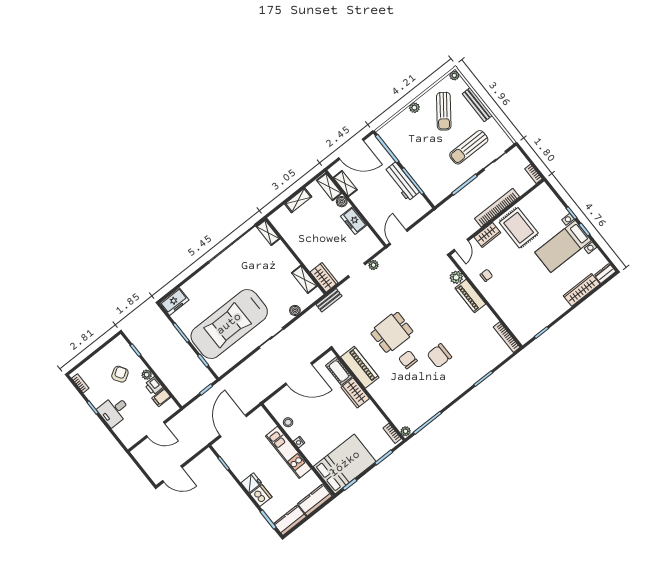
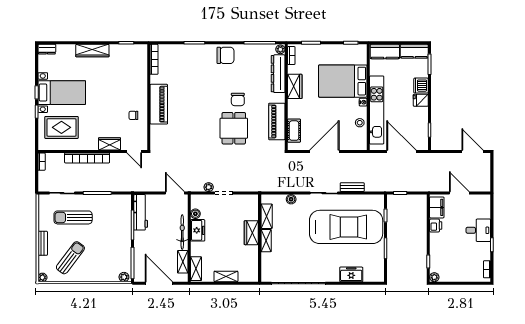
bench: (477, 105) -> (43, 243), width x0.73
plant: (414, 108) -> (124, 277), moved
sun lounger: (469, 147) -> (73, 217), turned 180
workbench: (402, 181) -> (141, 212), moved
boiler: (342, 202) -> (195, 214), moved
bicycle: (366, 209) -> (182, 232), added
rug: (519, 228) -> (61, 127), moved, turned 90
shelving: (268, 233) -> (266, 241), moved
door: (398, 237) -> (175, 193), swing flipped
door: (461, 245) -> (134, 151), swing flipped
wardrobe: (324, 277) -> (251, 233), moved
plant: (456, 277) -> (156, 131), removed
wardrobe: (582, 290) -> (92, 51), moved
piano: (470, 296) -> (159, 104), width x1.37, depth x1.33
bench: (329, 300) -> (352, 187), moved
freezer: (174, 302) -> (351, 274), moved
dining table: (392, 332) -> (234, 128), turned 90
chair: (439, 356) -> (225, 55), moved
armchair: (120, 374) -> (453, 253), removed
door: (299, 374) -> (324, 151), hinge flipped
plant: (147, 375) -> (434, 277), moved
wardrobe: (355, 393) -> (295, 86), moved
filing cabinet: (161, 398) -> (437, 207), width x2.00
dresser: (391, 409) -> (278, 74), added
door: (233, 426) -> (401, 151), swing flipped
kitchen unit: (288, 452) -> (377, 110), width x1.36
bed: (345, 464) -> (343, 81), moved

